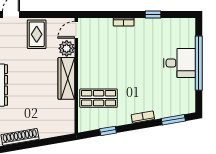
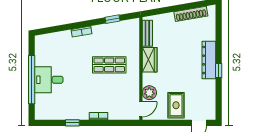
wardrobe: (66, 78) -> (150, 60), width x0.67
shop shelf: (99, 98) -> (109, 65), moved
bench: (69, 115) -> (147, 33), added
window: (173, 120) -> (54, 29), removed

